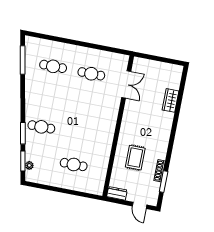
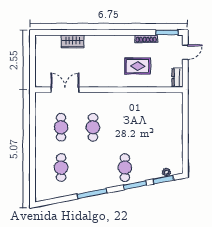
window: (23, 60) -> (92, 194), moved
cafe table: (74, 165) -> (93, 127), moved
window: (164, 182) -> (167, 33), moved

